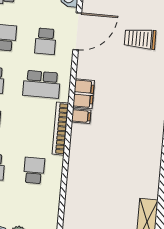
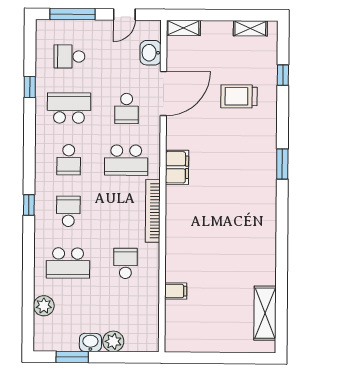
filing cabinet: (81, 116) -> (176, 291), moved

